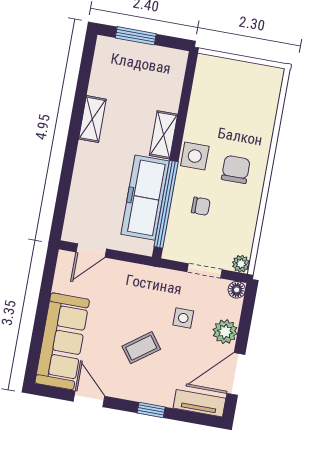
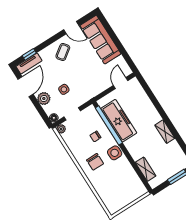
shelving: (164, 135) -> (146, 169), moved
coffee table: (141, 348) -> (63, 52), moved
window: (151, 410) -> (29, 54), moved

